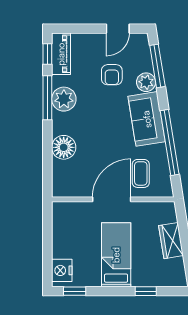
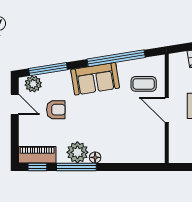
plant: (146, 82) -> (33, 84), moved
floor lamp: (64, 147) -> (95, 157), moved, width x0.53, depth x0.53
door: (112, 199) -> (167, 110), width x0.73

